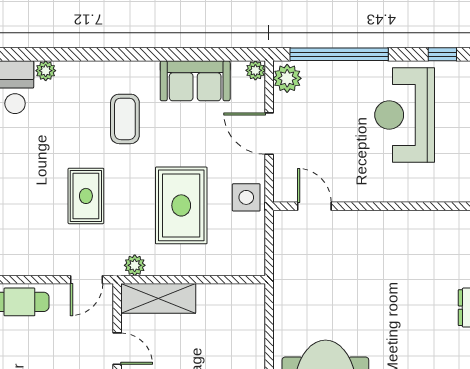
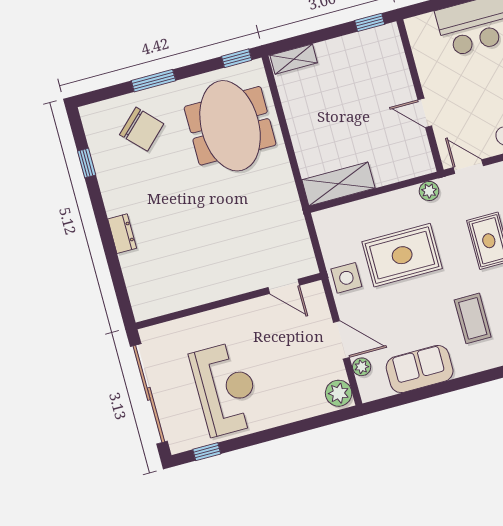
window: (339, 54) -> (298, 427), removed
plant: (255, 70) -> (362, 367), moved
rug: (181, 205) -> (402, 255), turned 90
door: (86, 280) -> (468, 167), hinge flipped
shelving: (158, 298) -> (338, 184), moved

